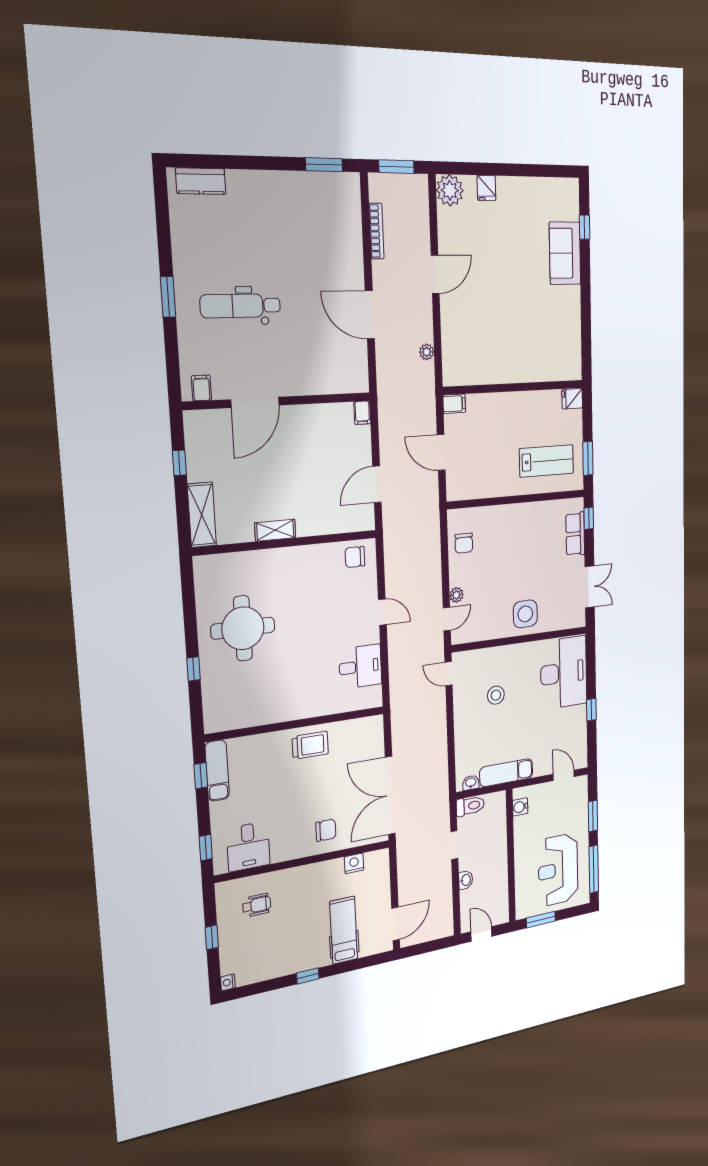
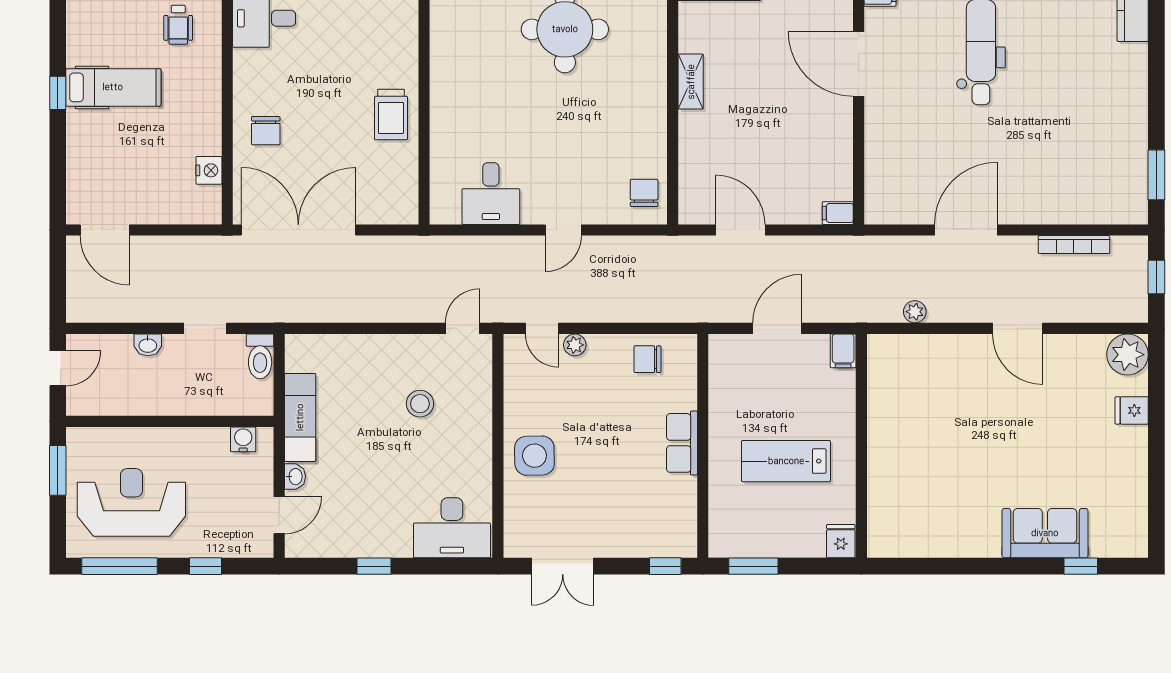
window: (396, 167) -> (1156, 277), width x0.67
lab bench: (547, 461) -> (786, 461), moved, turned 90
row of seats: (575, 534) -> (682, 443), moved, turned -90
desk: (564, 673) -> (452, 528), width x0.73, depth x0.77
washbasin: (471, 783) -> (295, 477), moved
window: (593, 816) -> (205, 566), width x0.67
hospital bed: (344, 930) -> (113, 87), moved

